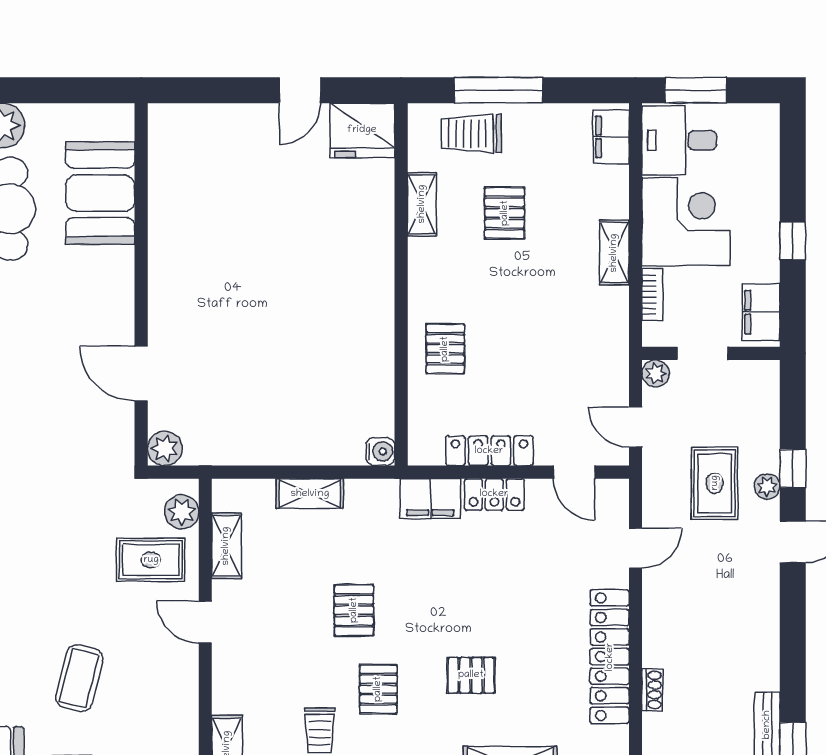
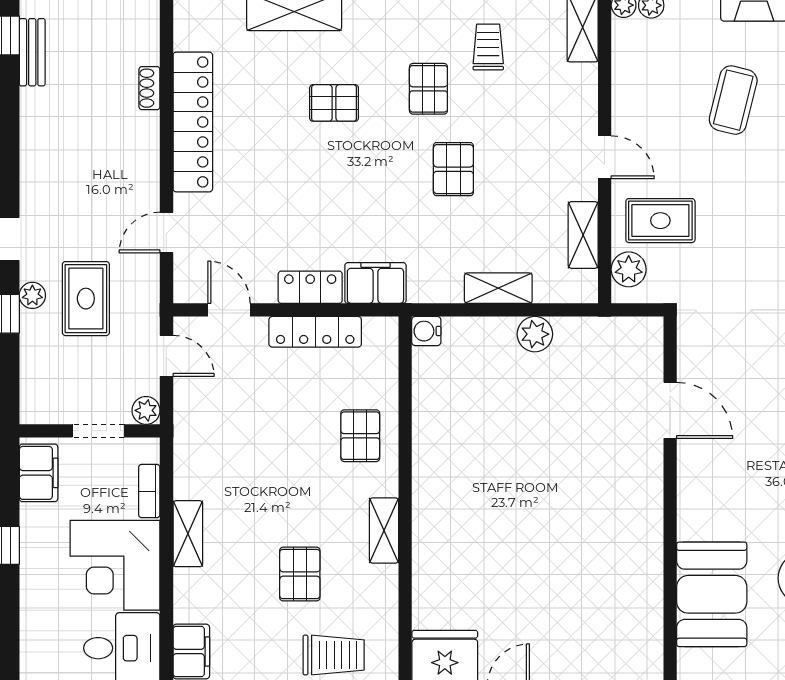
shelving: (422, 204) -> (384, 530), moved
plant: (165, 448) -> (535, 334), moved

